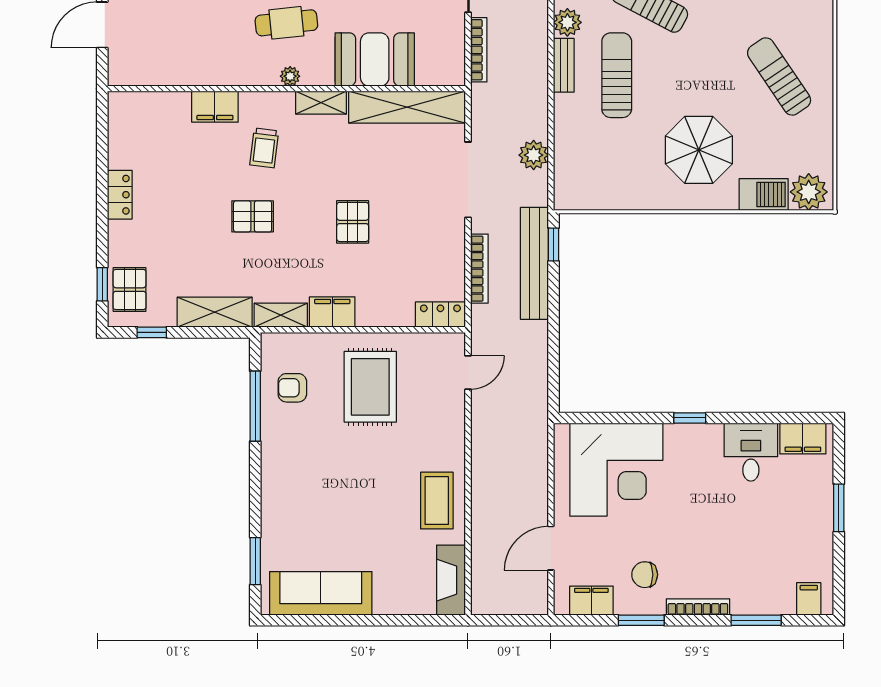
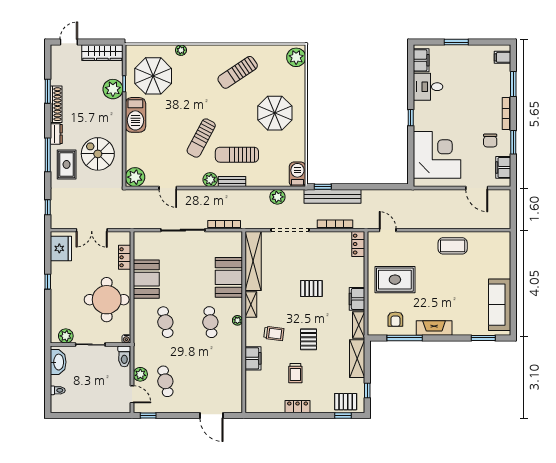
trolley: (186, 190) -> (295, 373), added
barbecue: (764, 195) -> (297, 174), moved
fireplace: (451, 580) -> (434, 328), moved, turned 180

